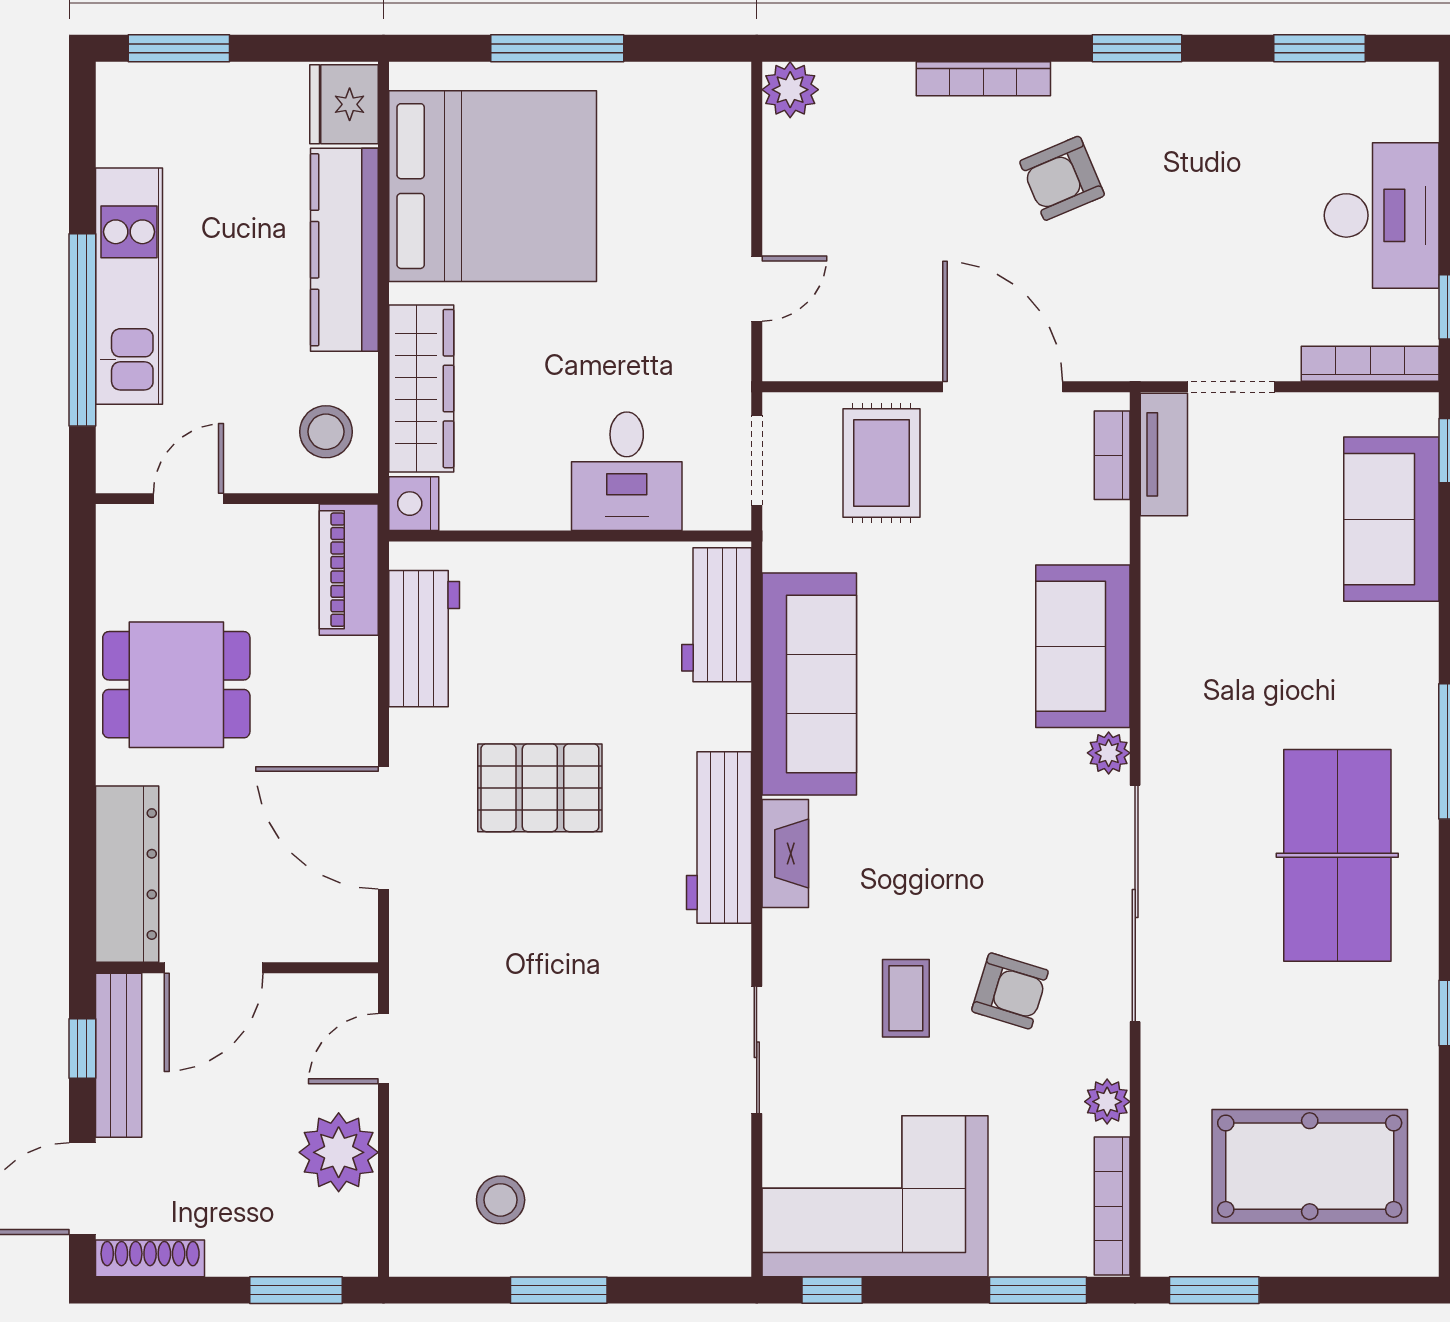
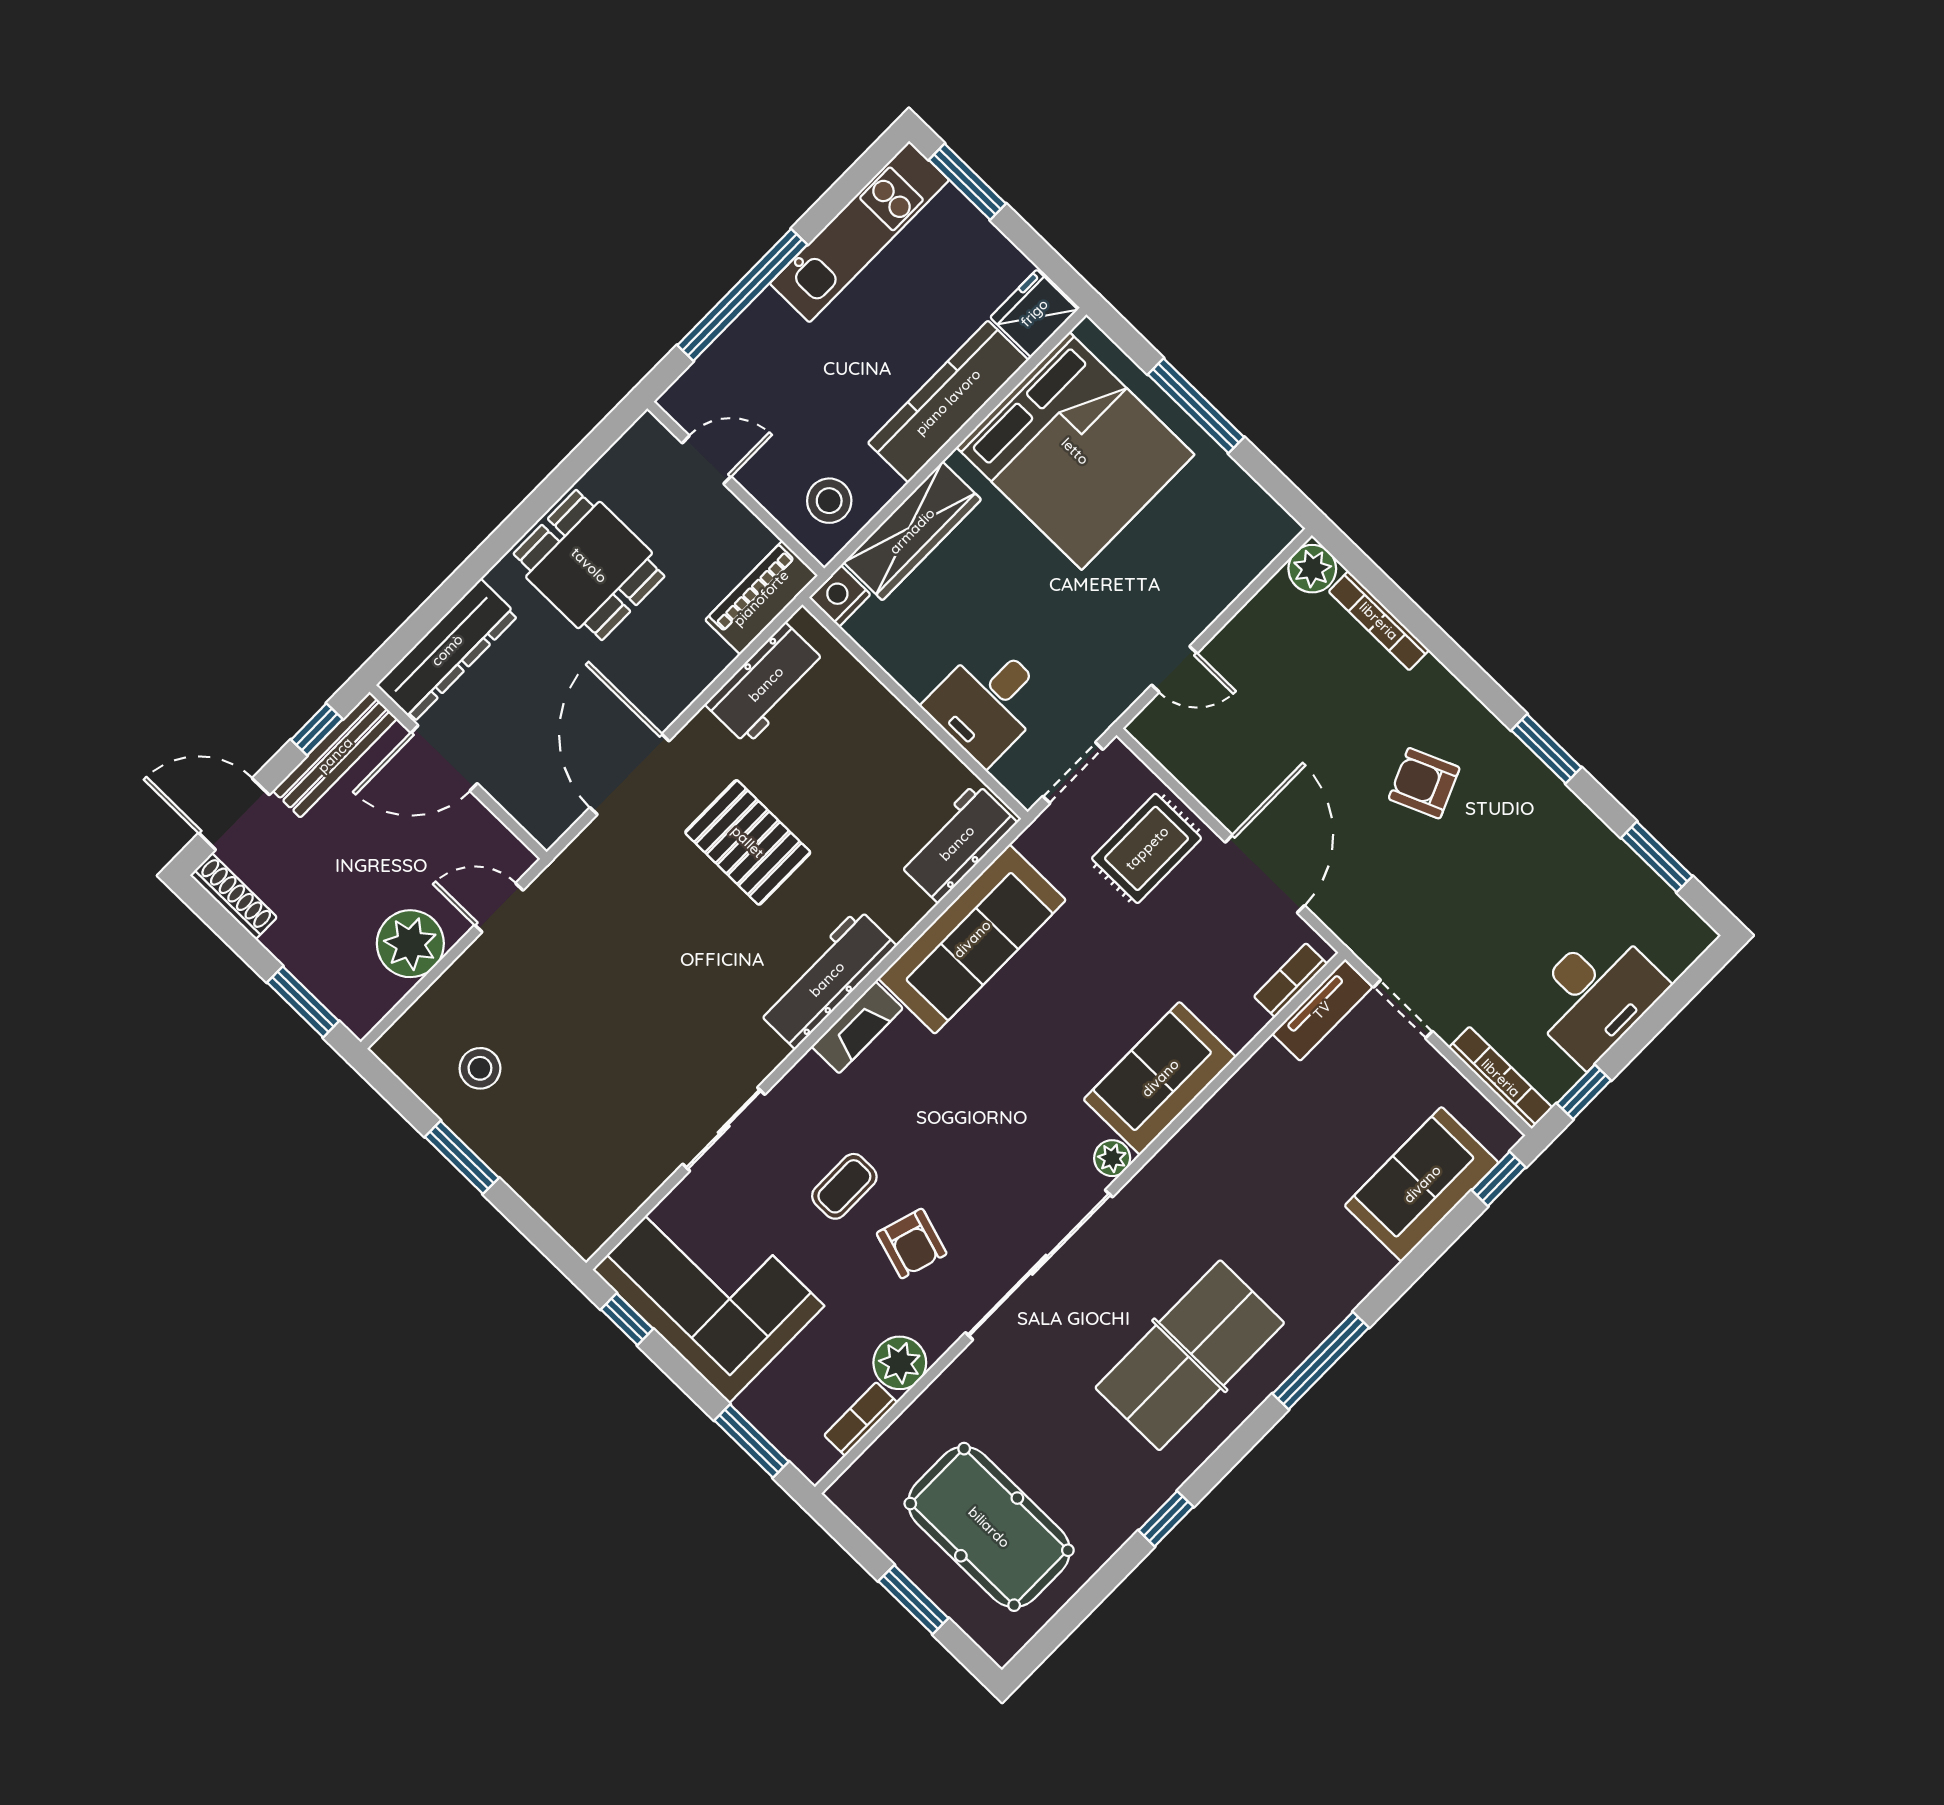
bookcase: (983, 79) -> (1379, 621), moved
kitchen unit: (129, 286) -> (859, 232), moved
plant: (1107, 1102) -> (900, 1363), width x1.38, depth x1.38
bookcase: (1112, 1206) -> (861, 1419), width x0.64
window: (1214, 1290) -> (913, 1600), moved

